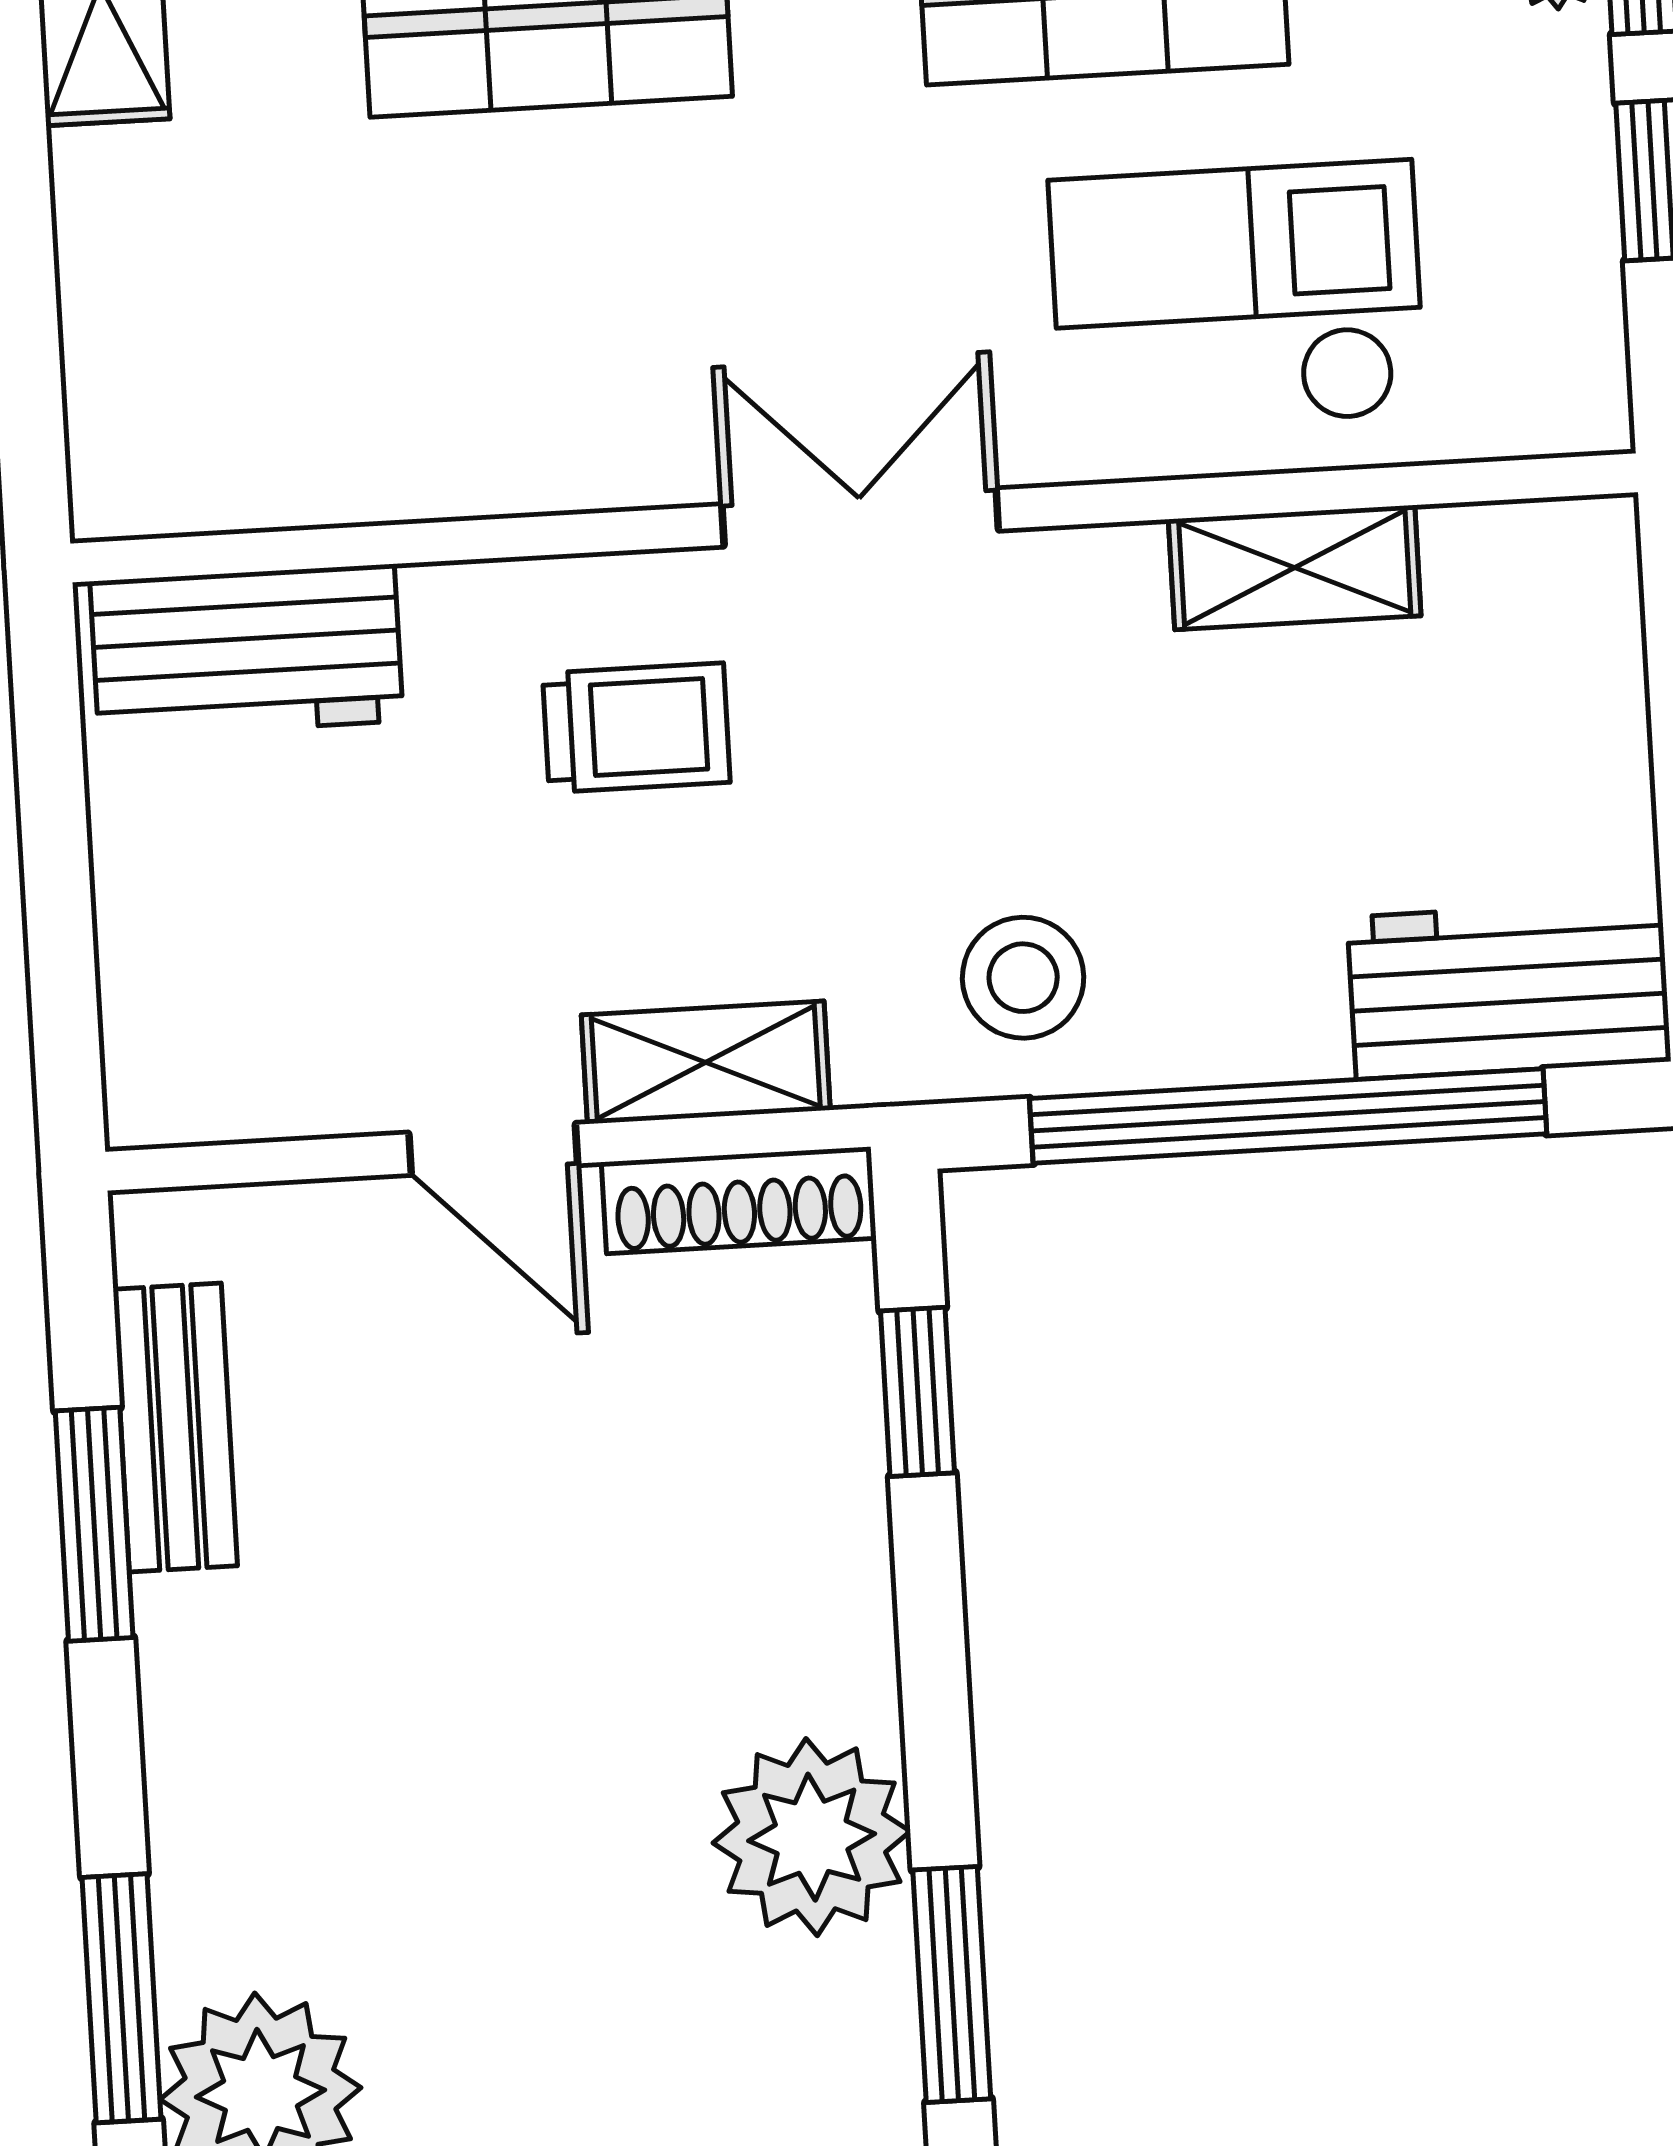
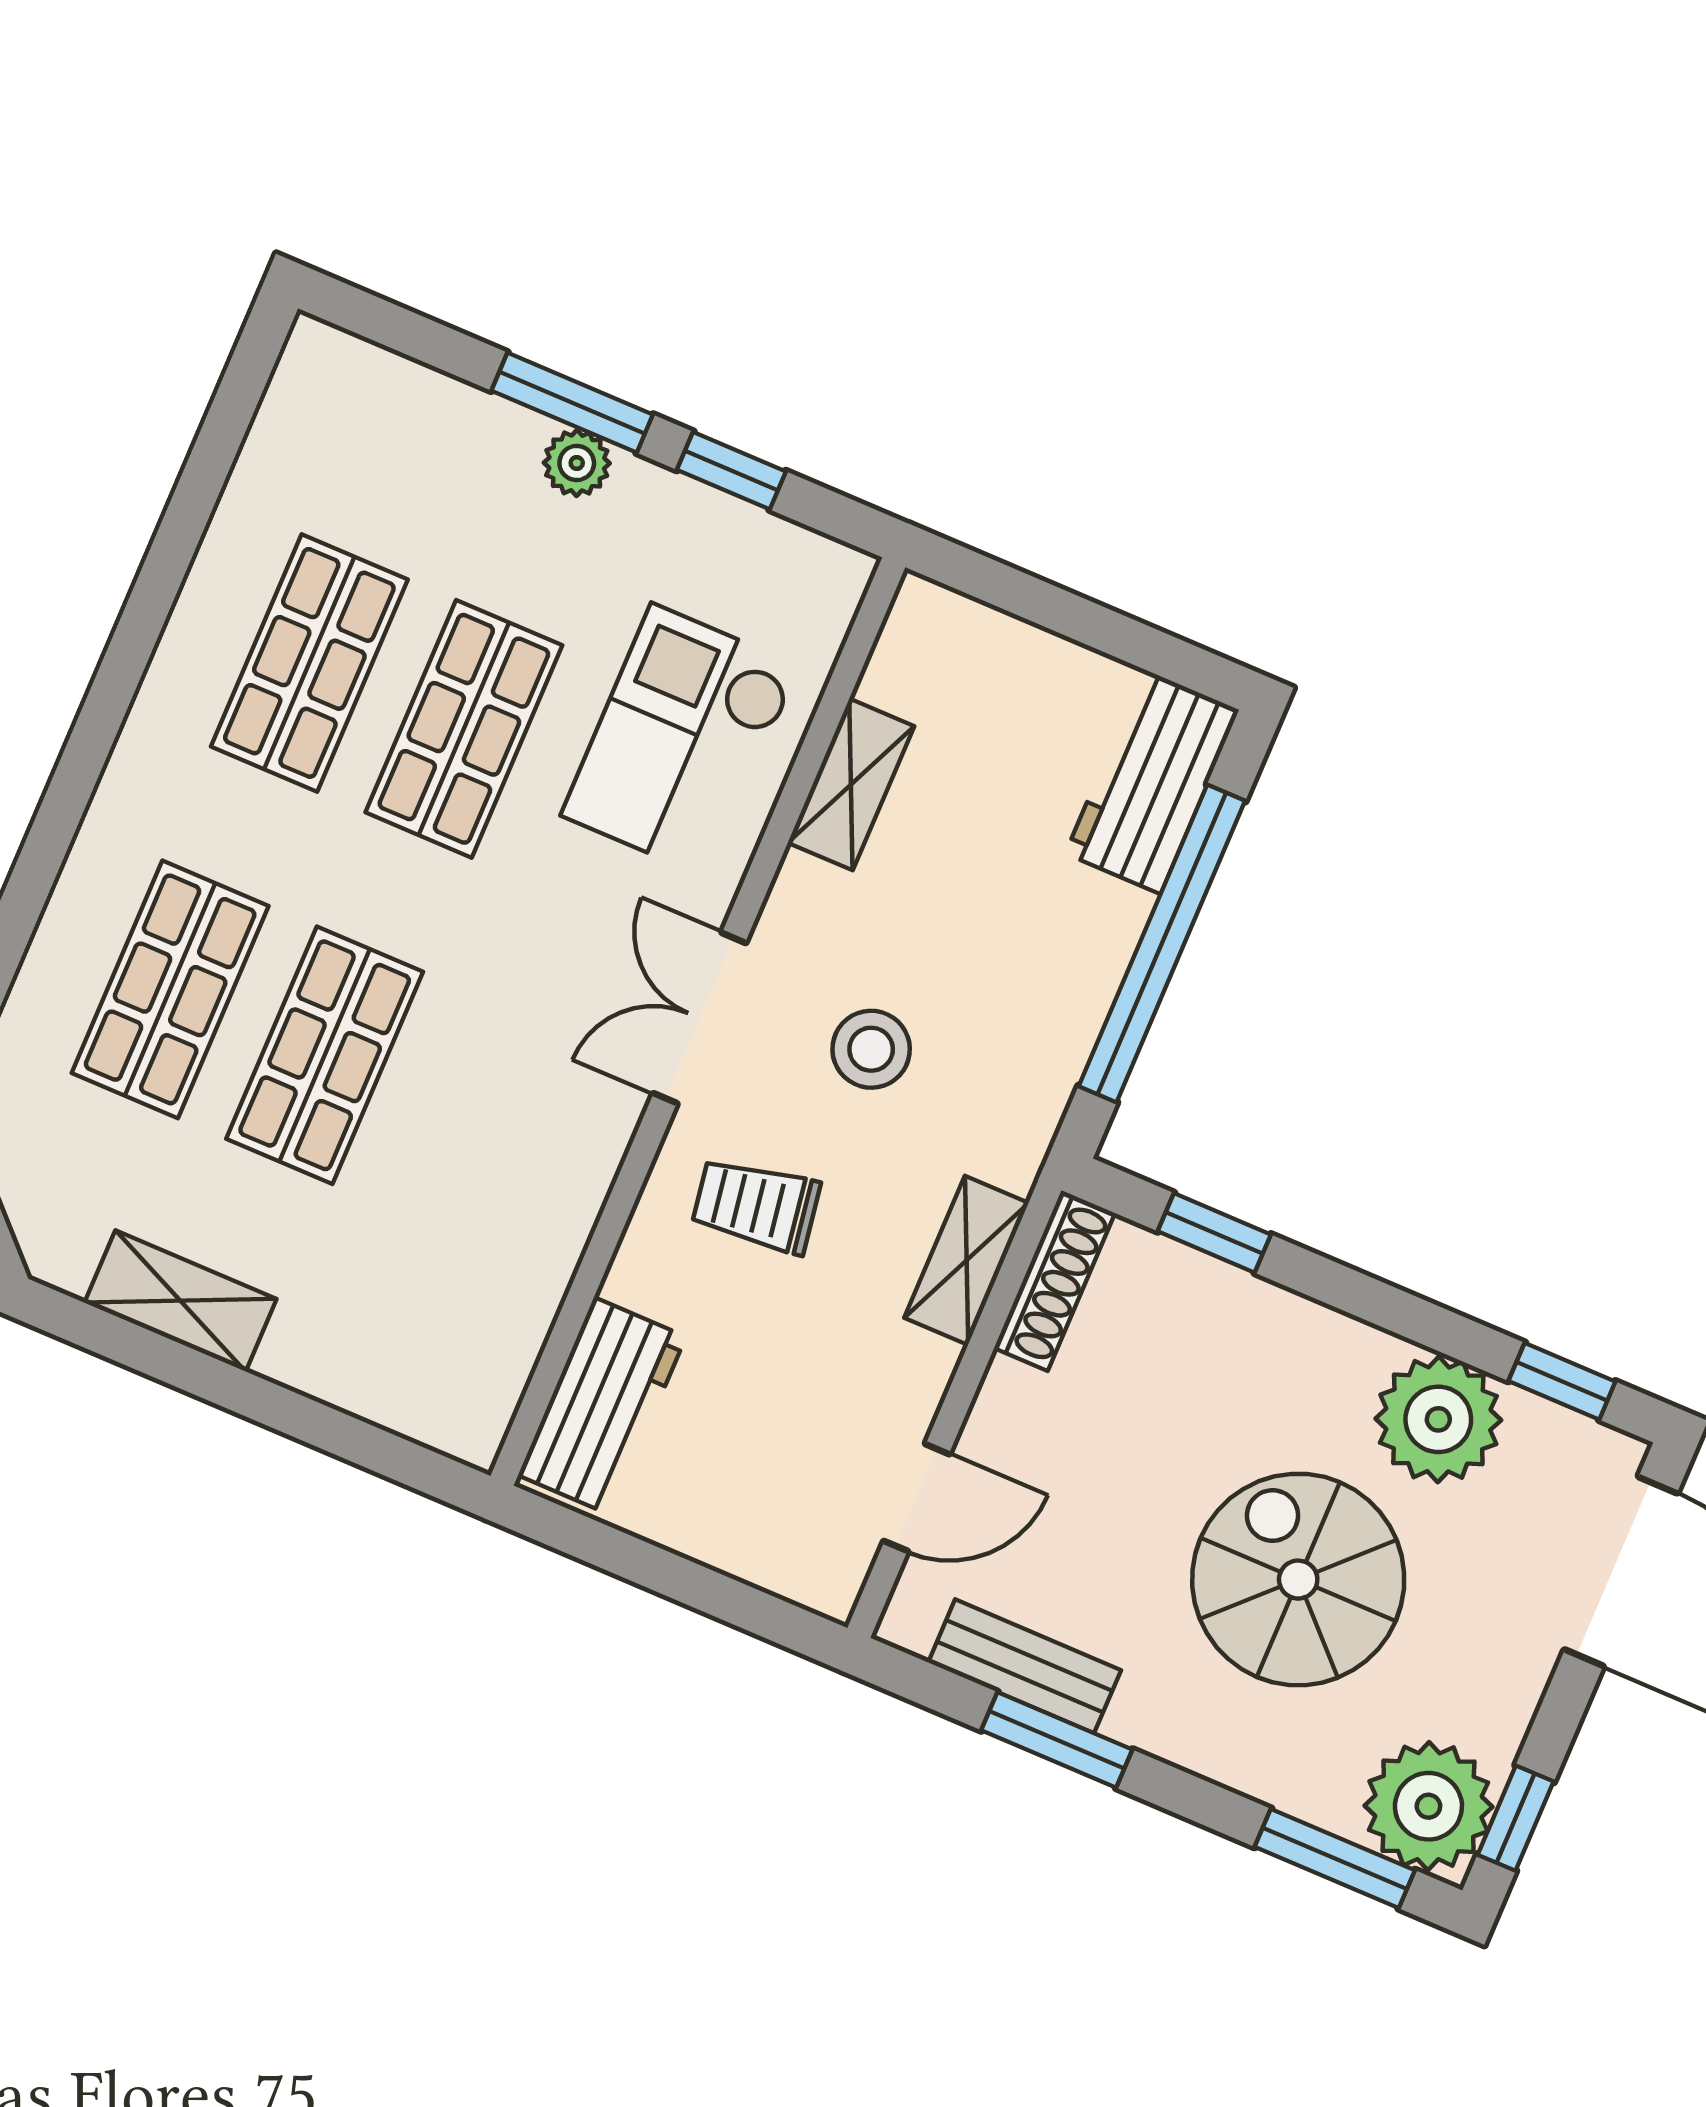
trolley: (636, 728) -> (756, 1205), turned -99
stool: (1023, 978) -> (871, 1049), moved
door: (493, 1149) -> (917, 1498), moved
spiral stairs: (488, 1752) -> (1298, 1580), added
window: (952, 1984) -> (1562, 1381), width x0.67

